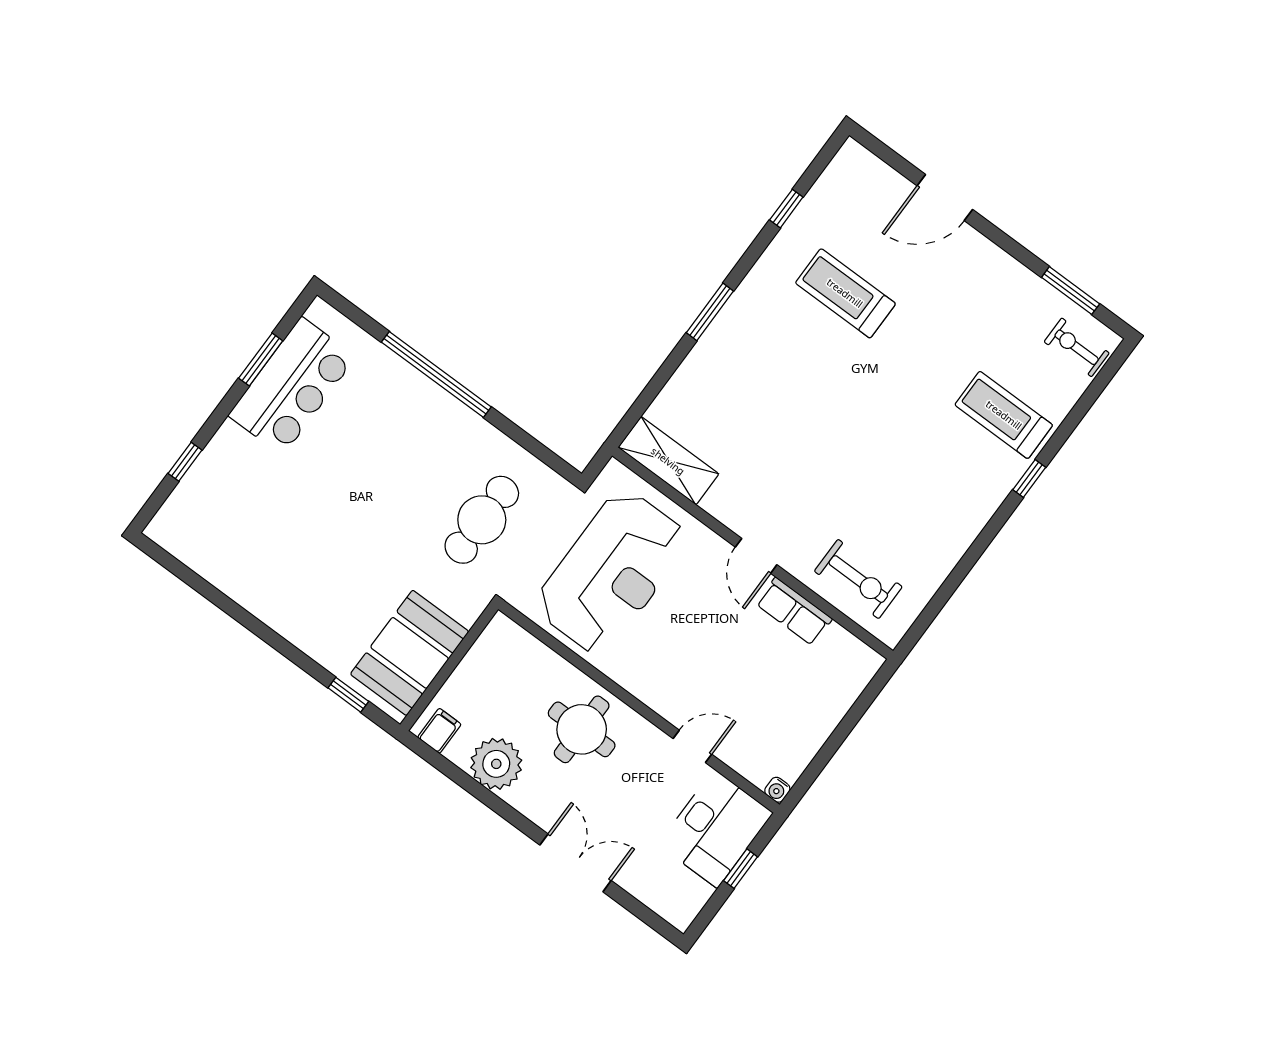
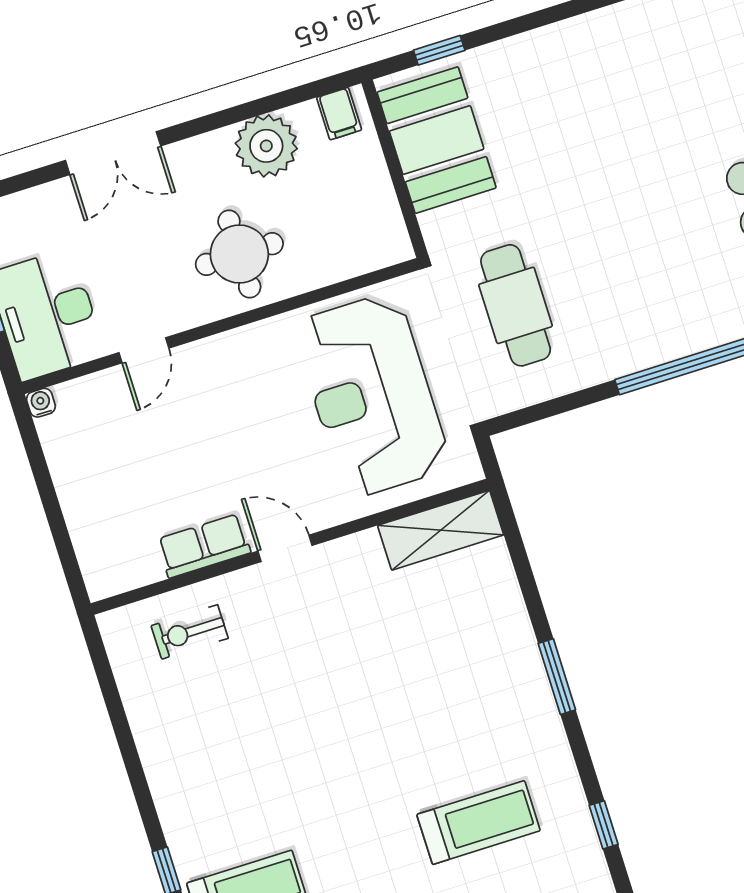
exercise bike: (858, 579) -> (190, 632), width x0.73, depth x0.72

